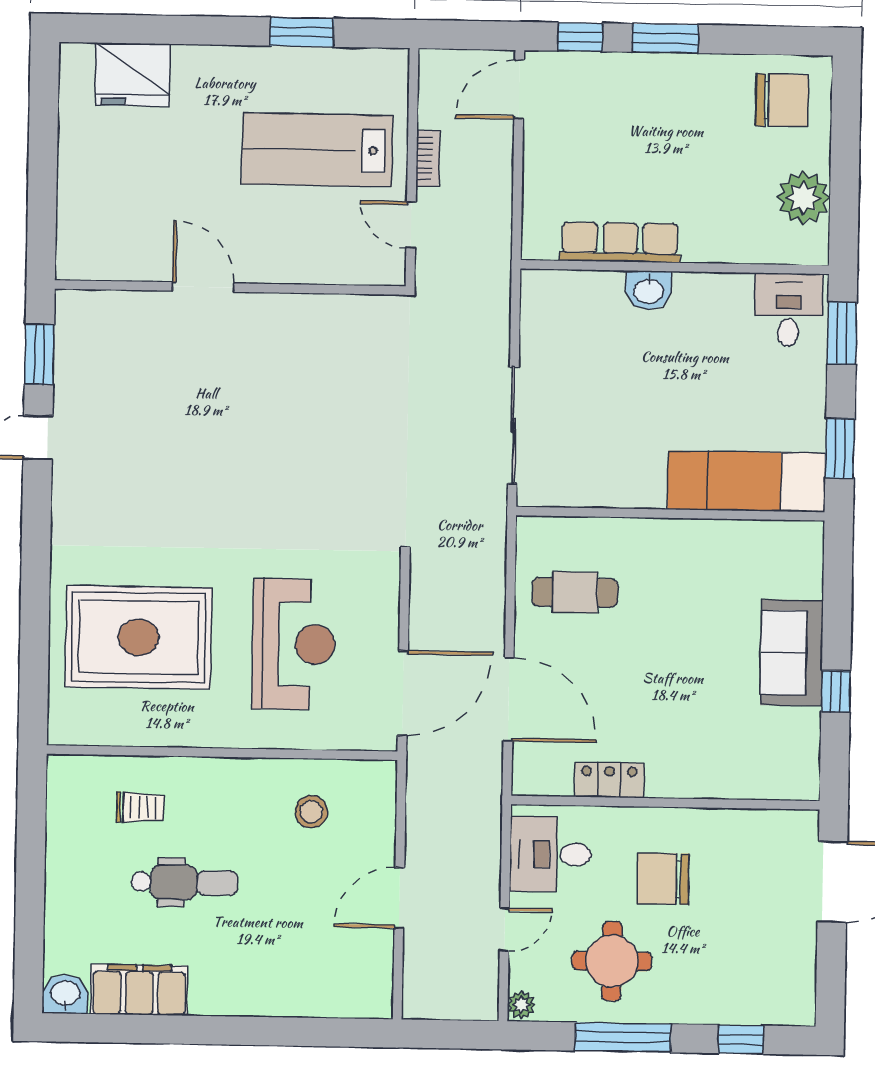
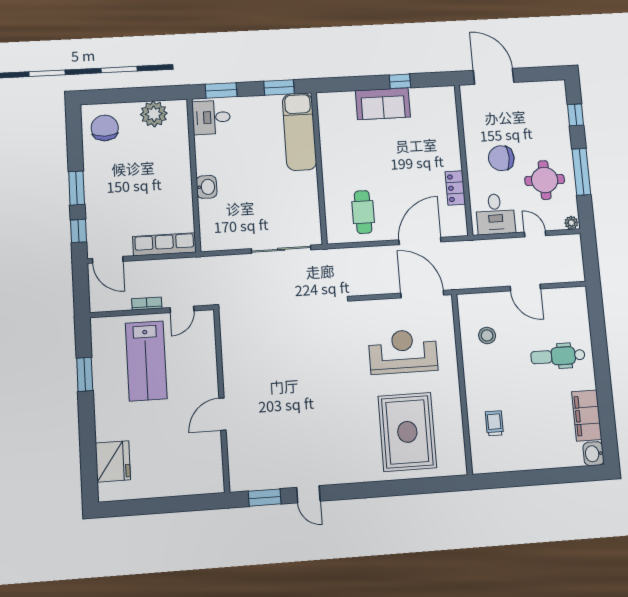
row of seats: (620, 242) -> (164, 244), moved, turned 90
chair: (663, 879) -> (501, 158), turned 90
dental chair: (185, 882) -> (558, 356), moved, turned -90

